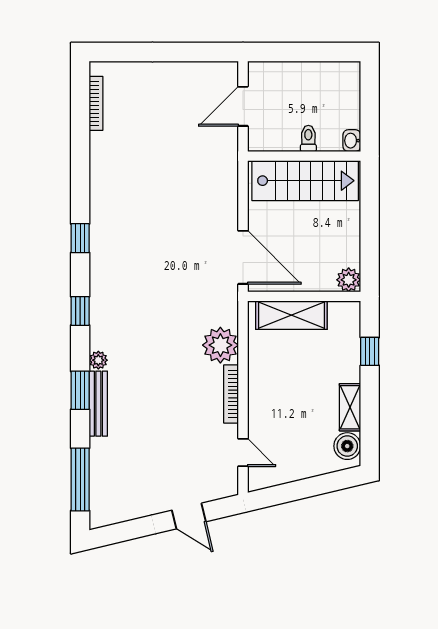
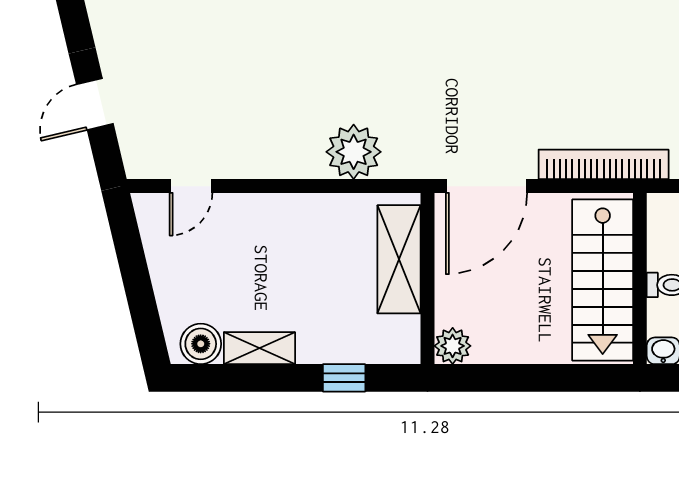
bookcase: (231, 394) -> (604, 164), moved, width x1.48, depth x1.31

